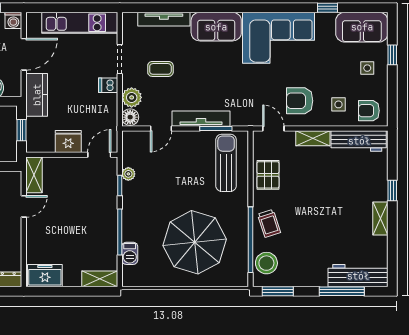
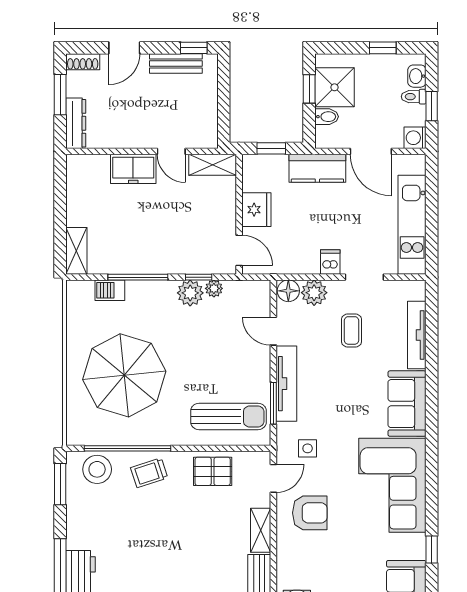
armchair: (300, 101) -> (310, 513), turned 90
side table: (338, 104) -> (308, 448), moved
plant: (132, 192) -> (190, 293), added
freezer: (45, 276) -> (133, 169), moved, turned 90

